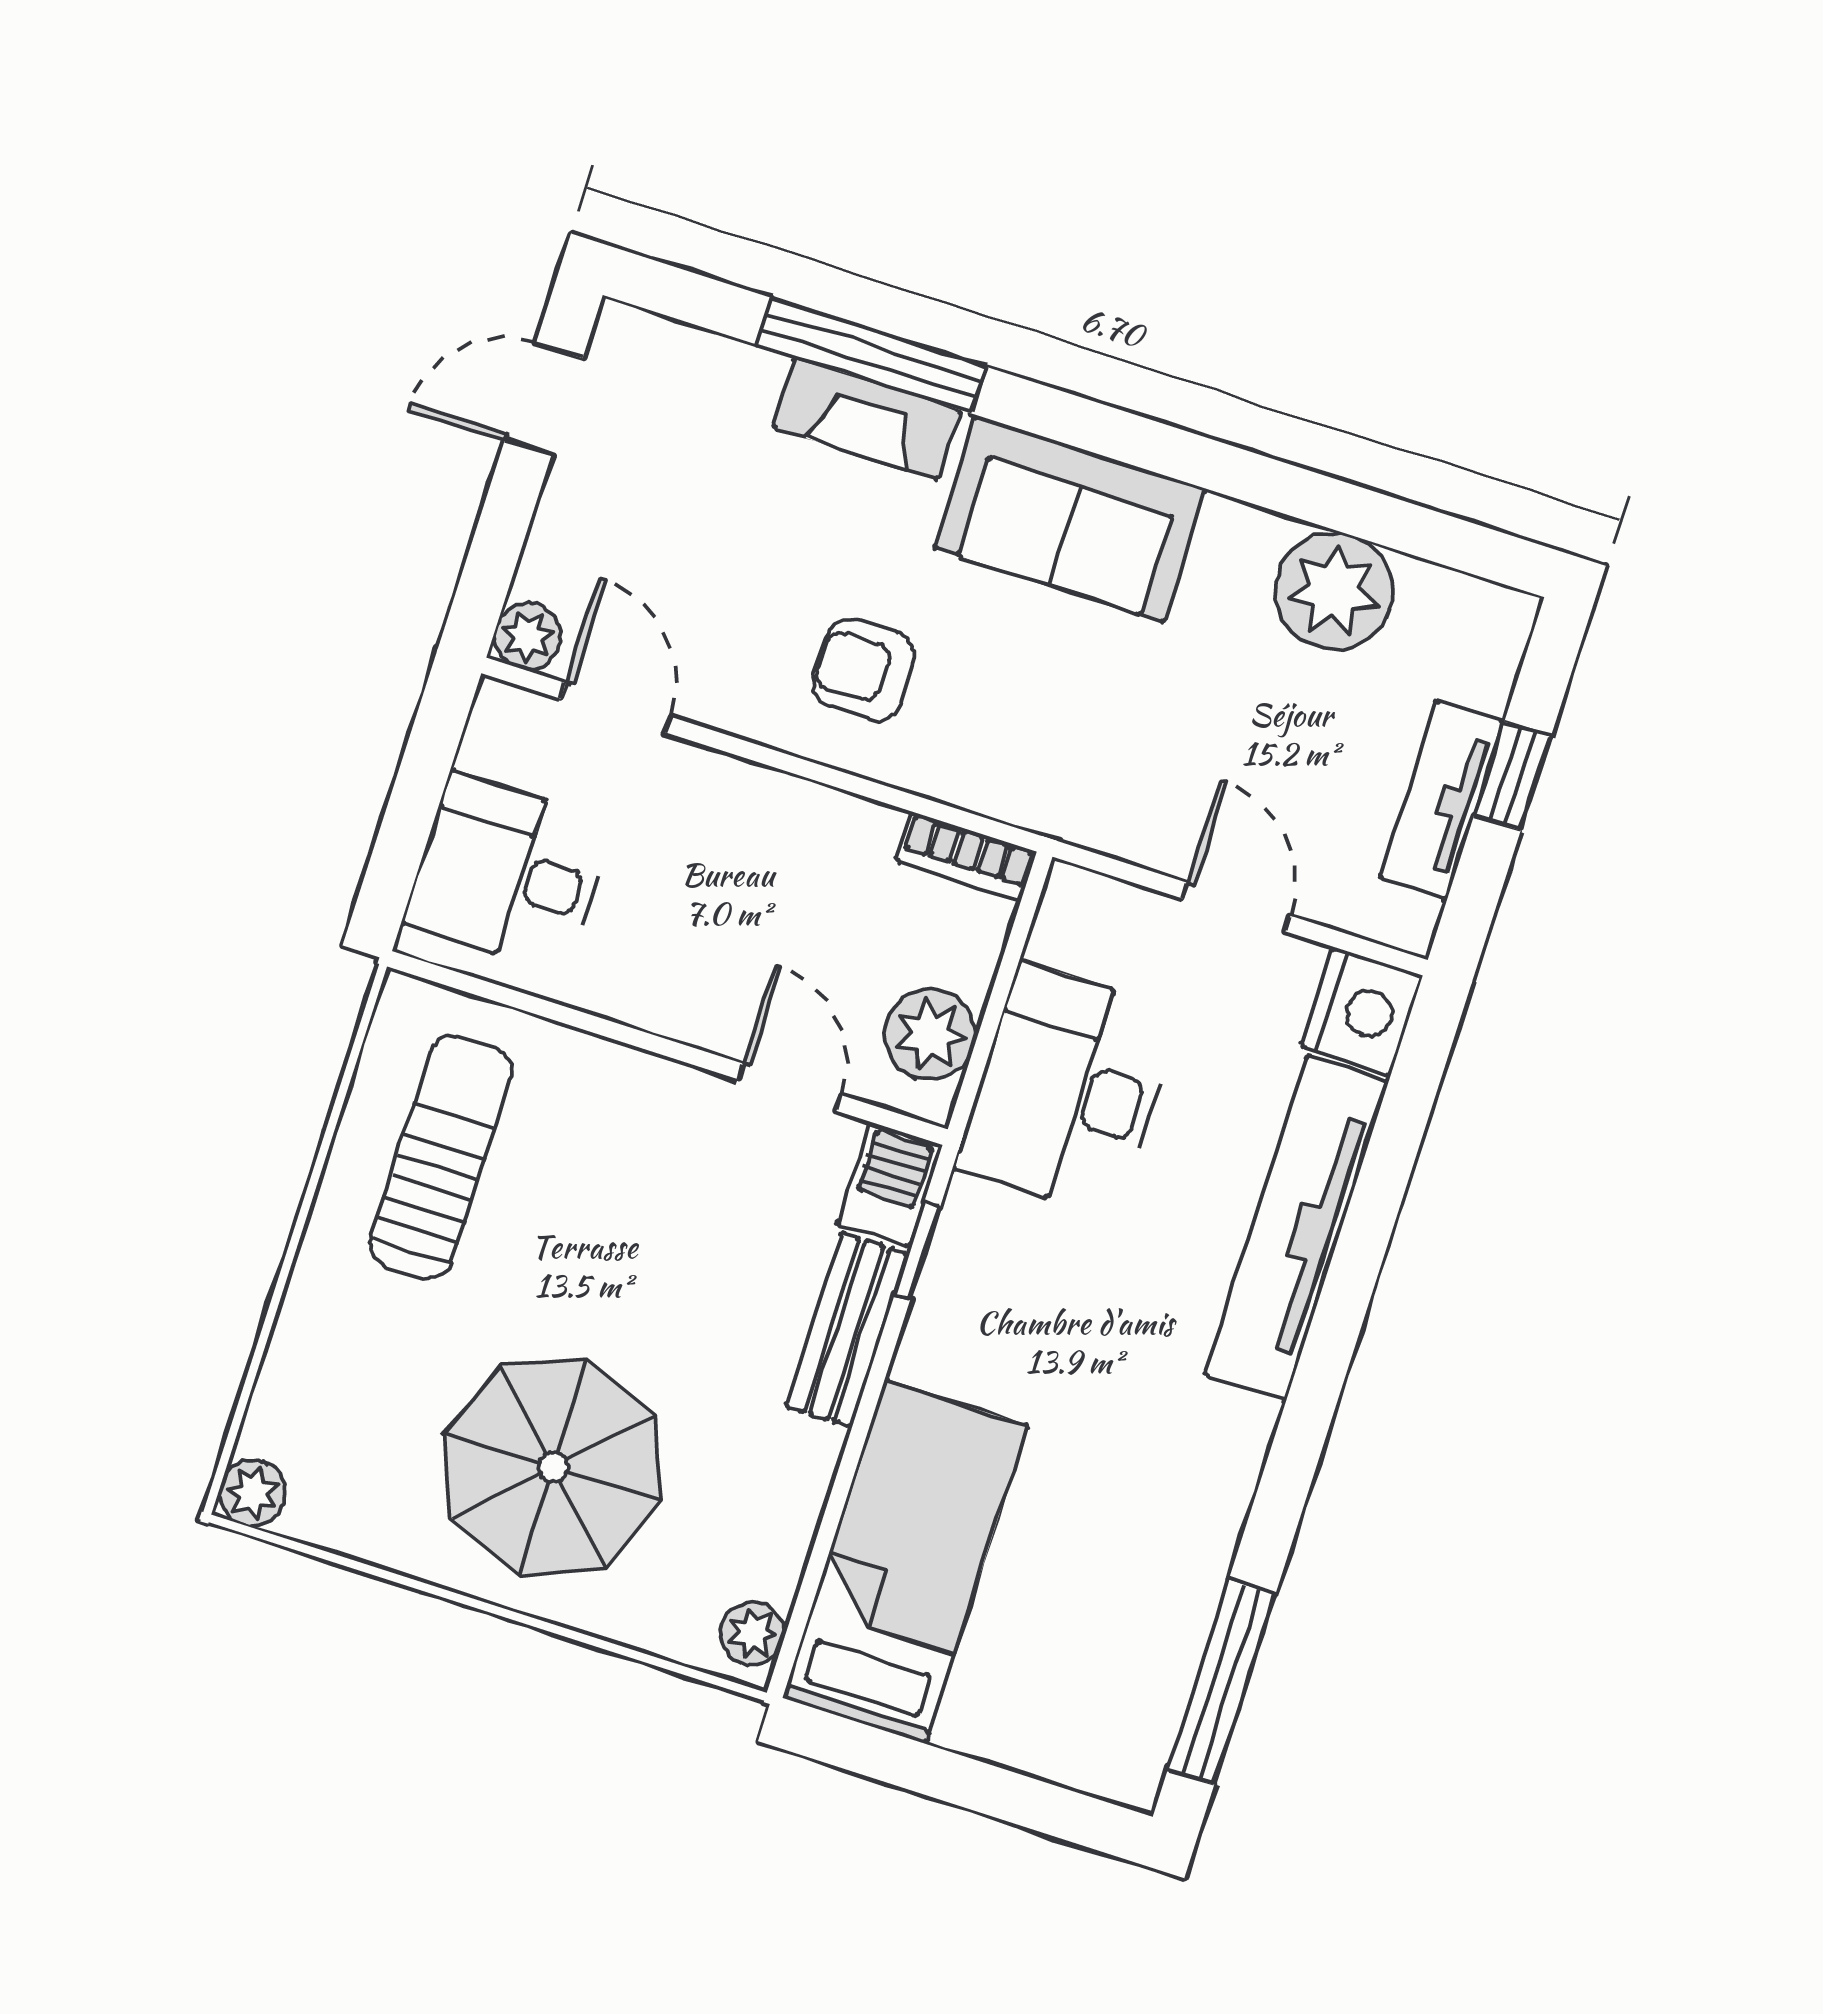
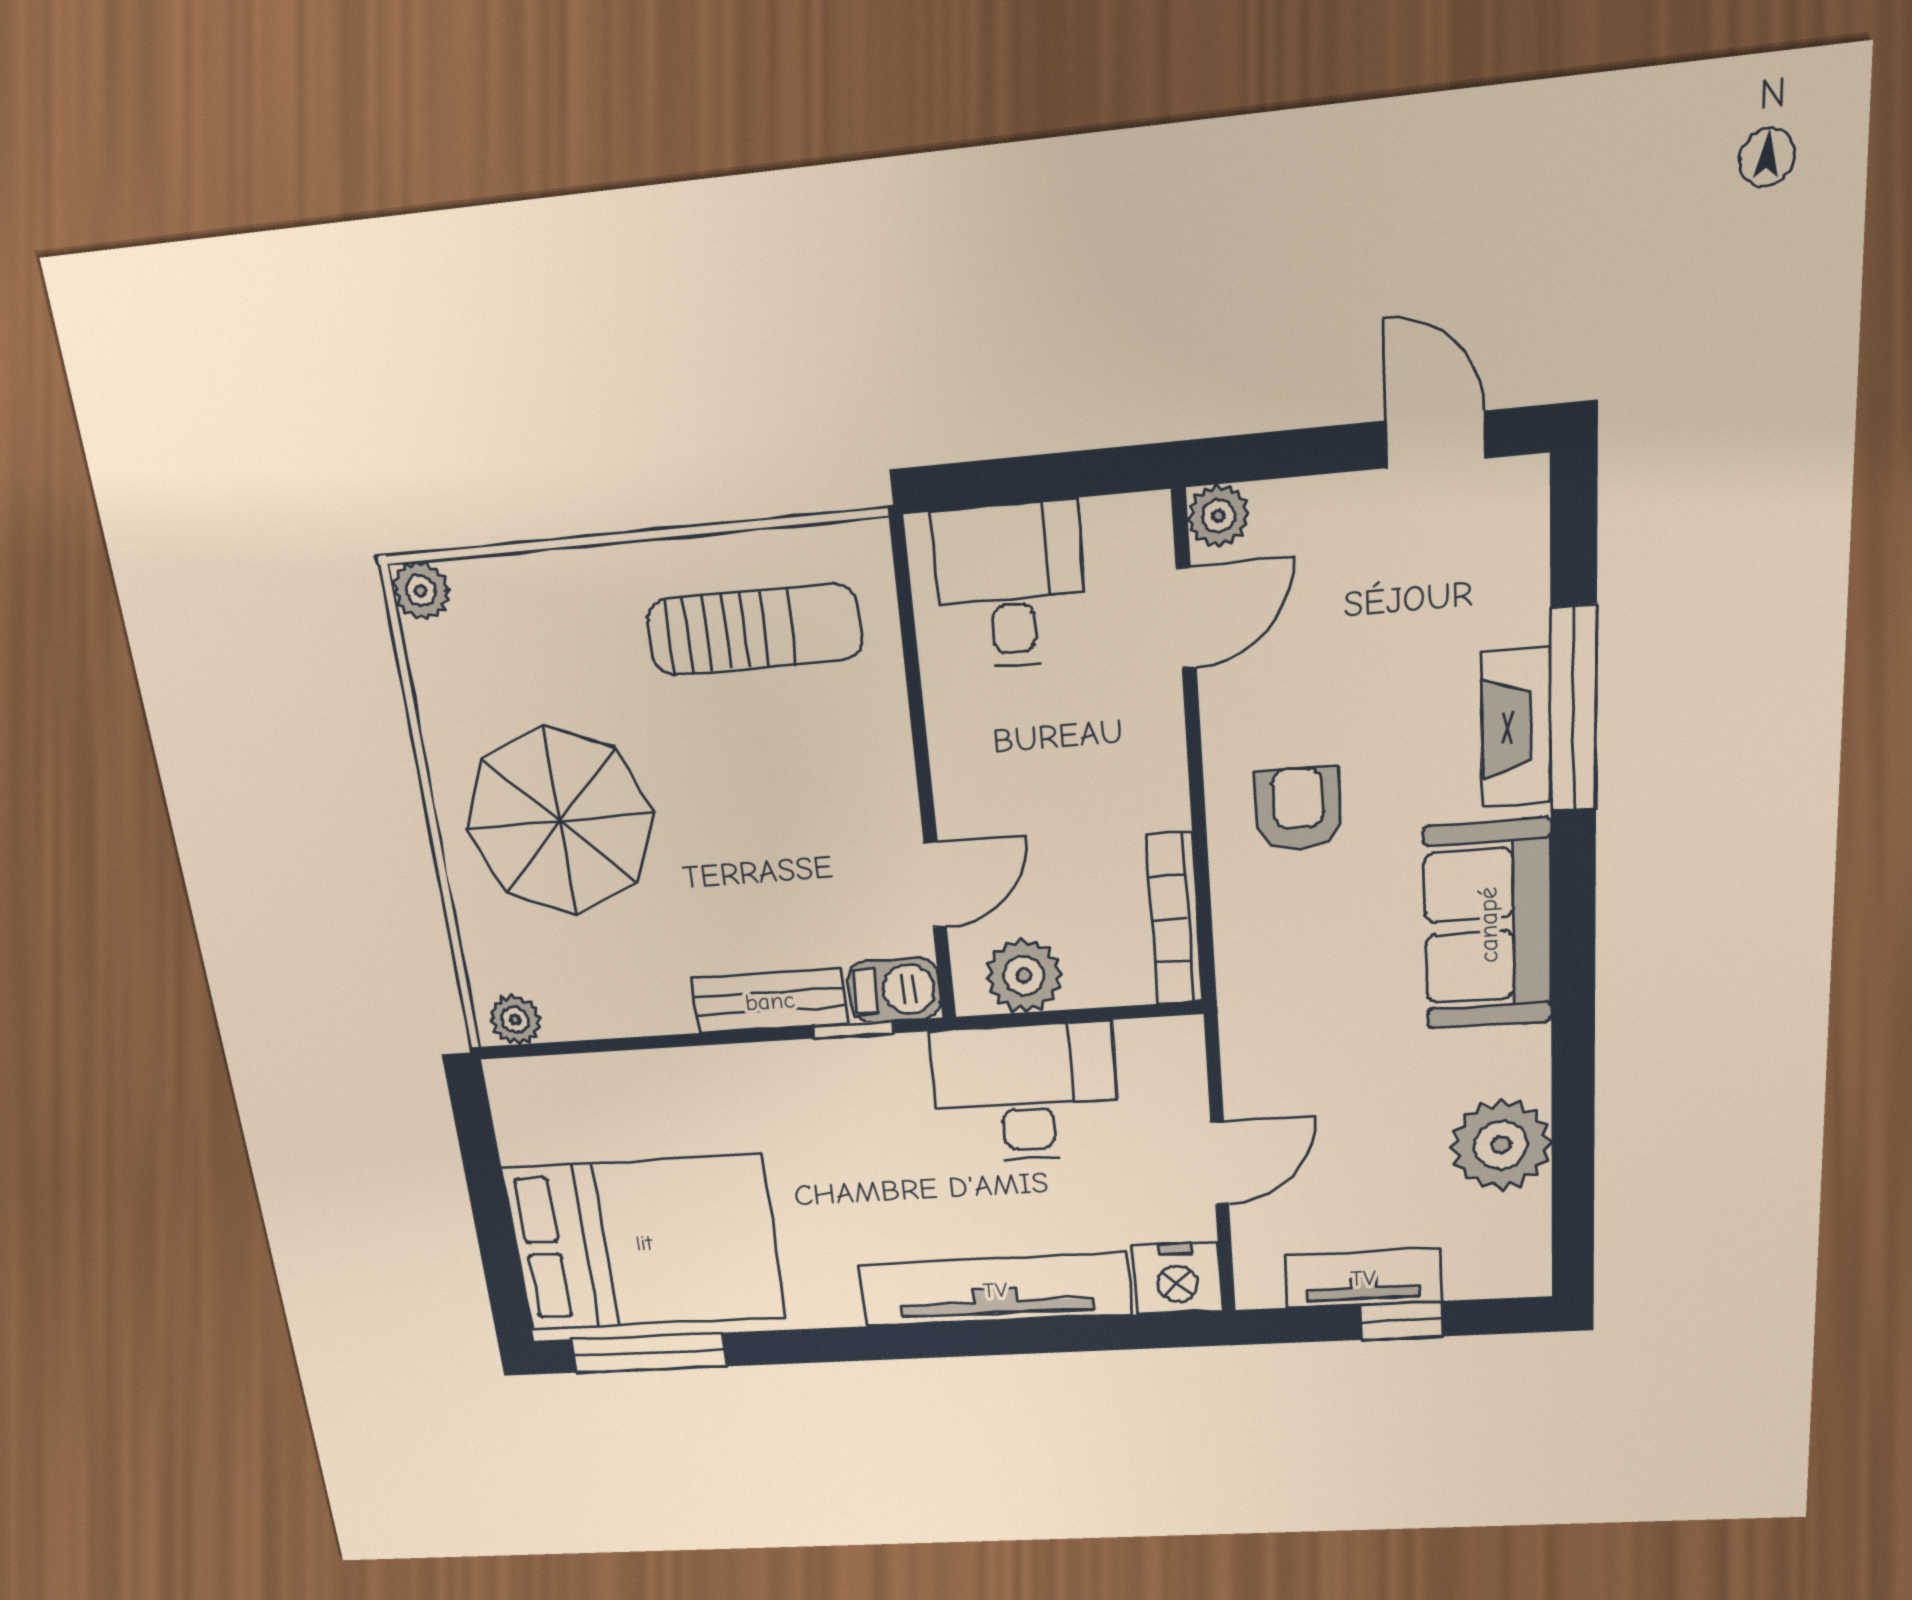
bookcase: (966, 856) -> (1175, 919), width x1.56
bed: (905, 1562) -> (644, 1243), moved, width x1.50

